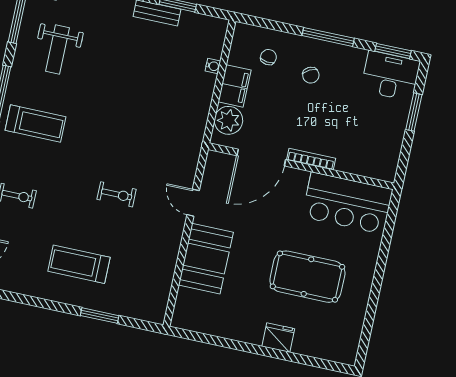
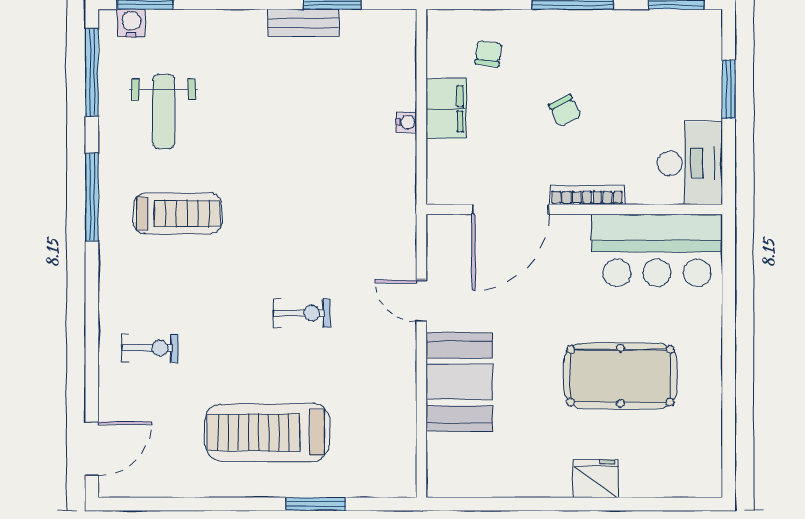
water cooler: (213, 66) -> (406, 122), moved
chair: (311, 75) -> (565, 111), moved
desk: (390, 76) -> (690, 163), moved, turned 90
plant: (228, 120) -> (448, 163), removed
treadmill: (36, 124) -> (178, 214), moved
treadmill: (79, 264) -> (267, 432), width x1.37, depth x1.38

